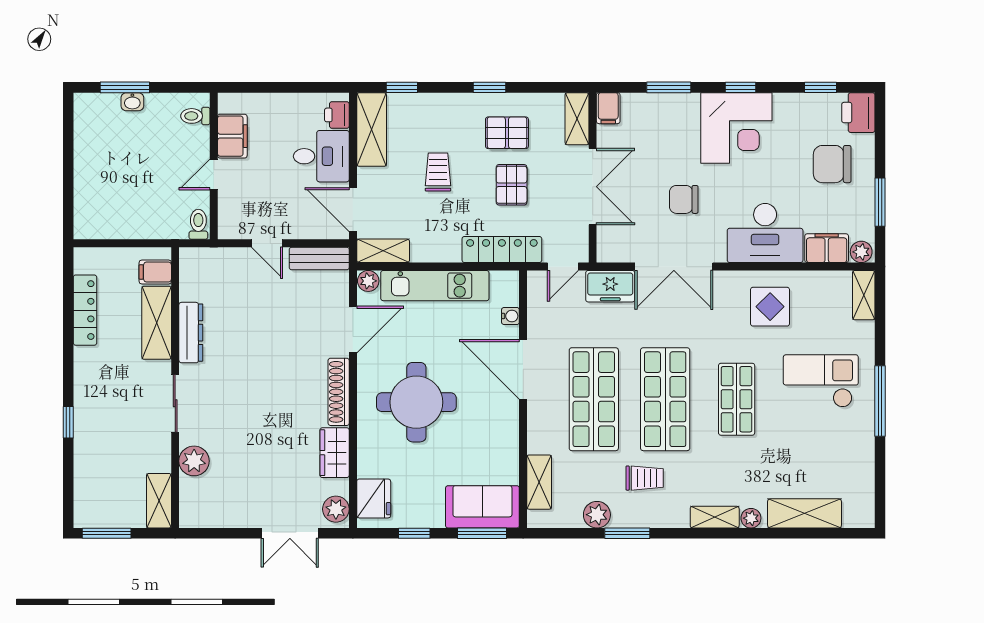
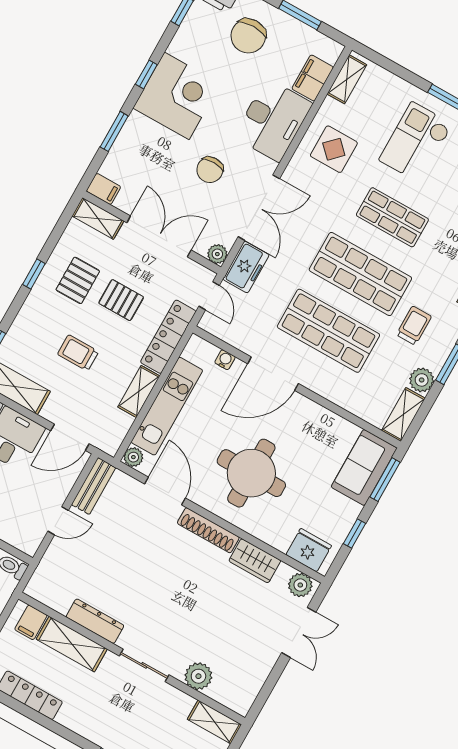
shelving: (383, 251) -> (139, 391), moved
plant: (861, 252) -> (217, 254), moved
shelving: (864, 295) -> (347, 79), moved, turned 90
shelving: (539, 482) -> (403, 414), moved, turned 90

